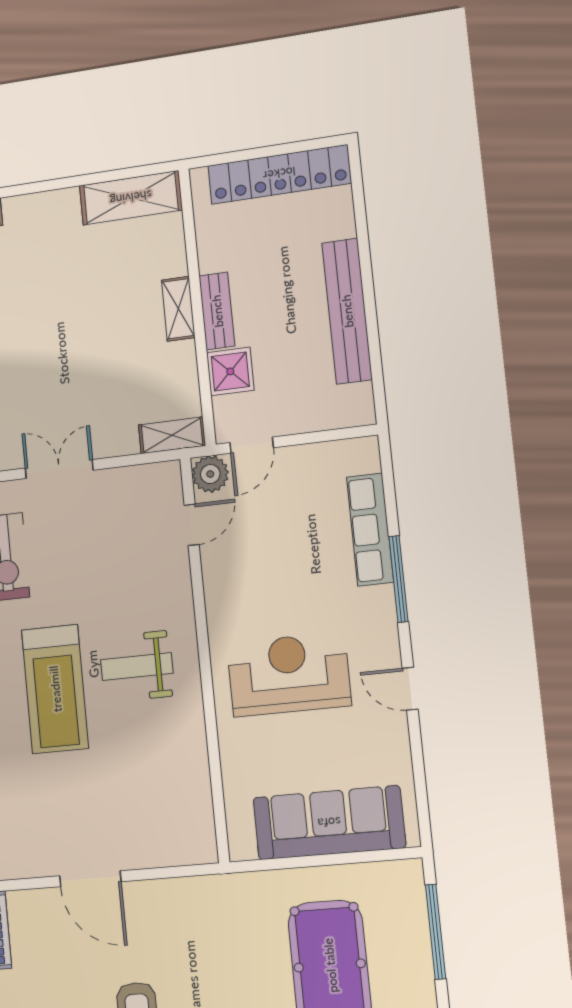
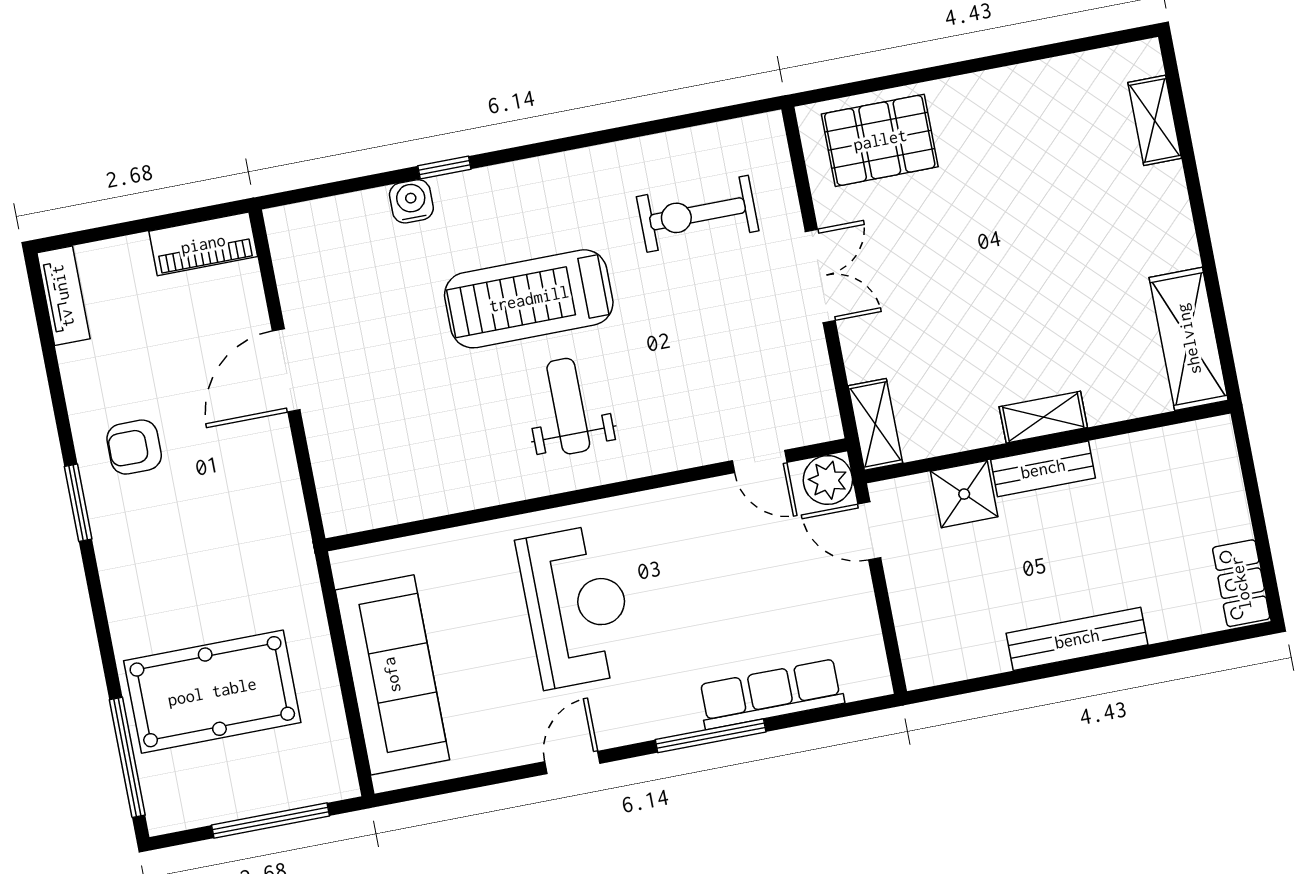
locker: (279, 174) -> (1241, 583), width x0.46, depth x0.83
bench: (347, 311) -> (1077, 639), width x0.73, depth x0.82

